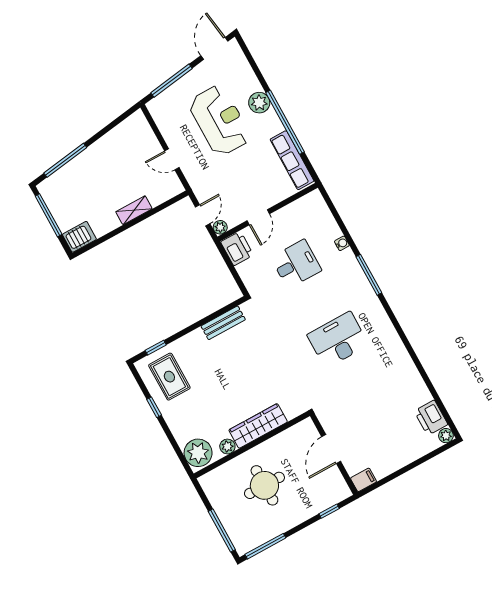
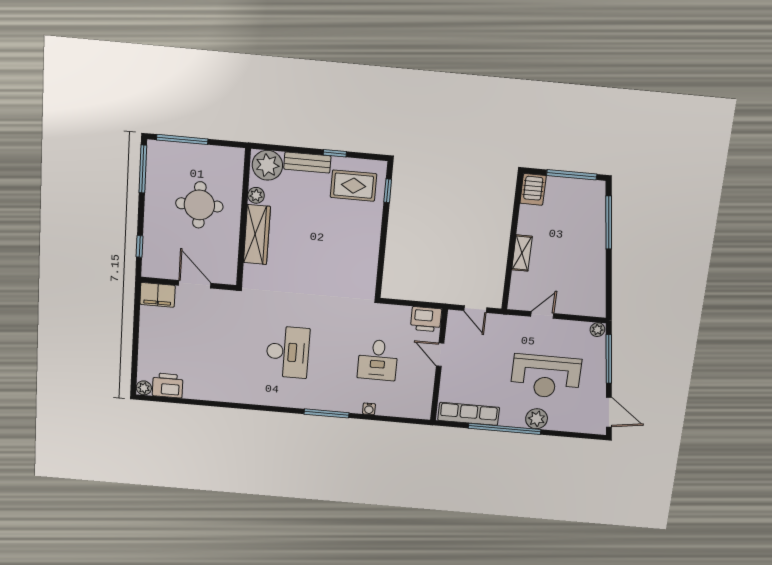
plant: (220, 227) -> (597, 330), moved
bench: (223, 323) -> (307, 163), moved, turned 90
filing cabinet: (364, 480) -> (158, 295), width x2.00

